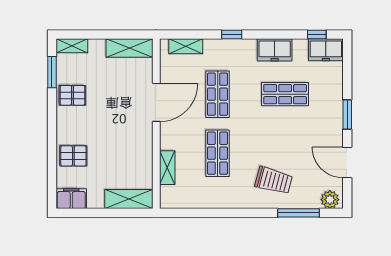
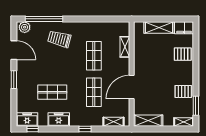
shelving: (129, 199) -> (159, 27), moved
window: (299, 213) -> (44, 19), width x1.46

